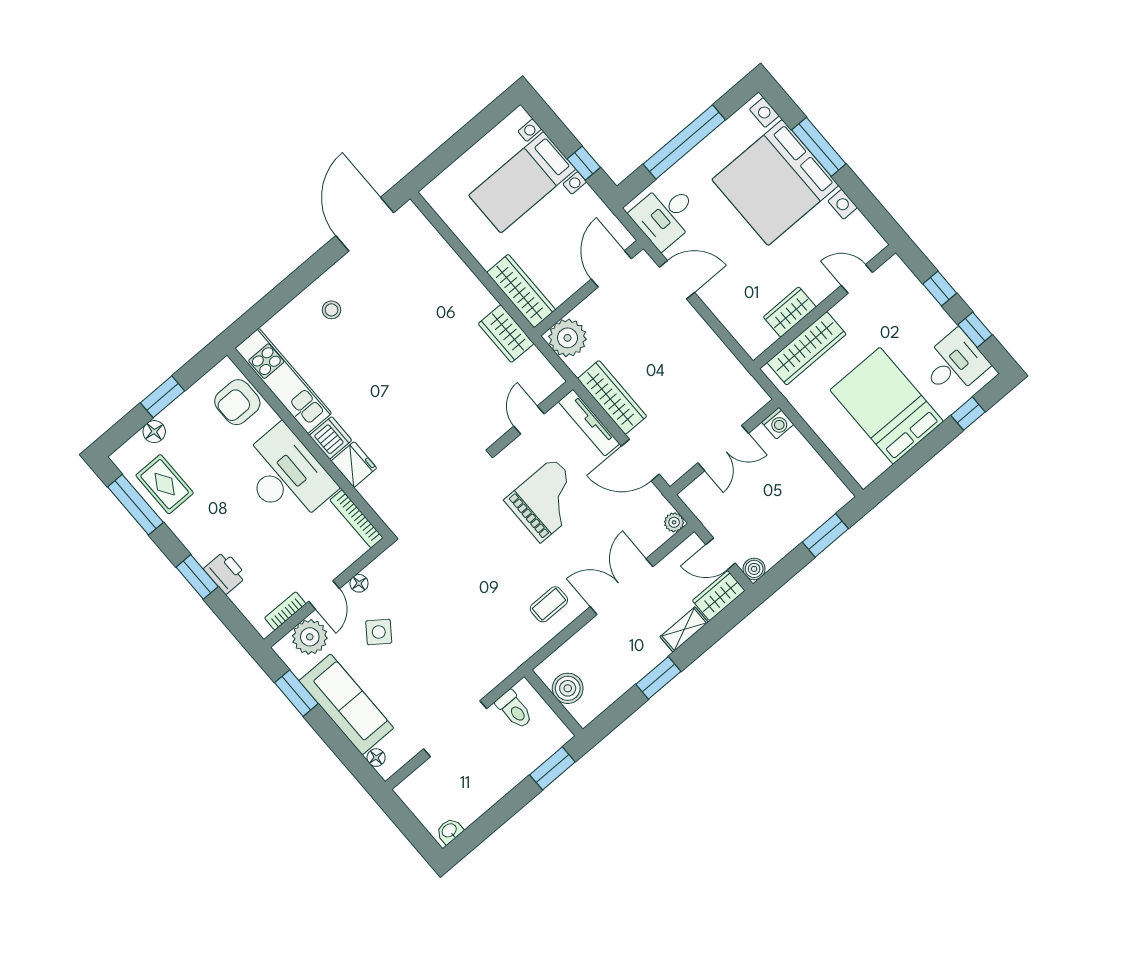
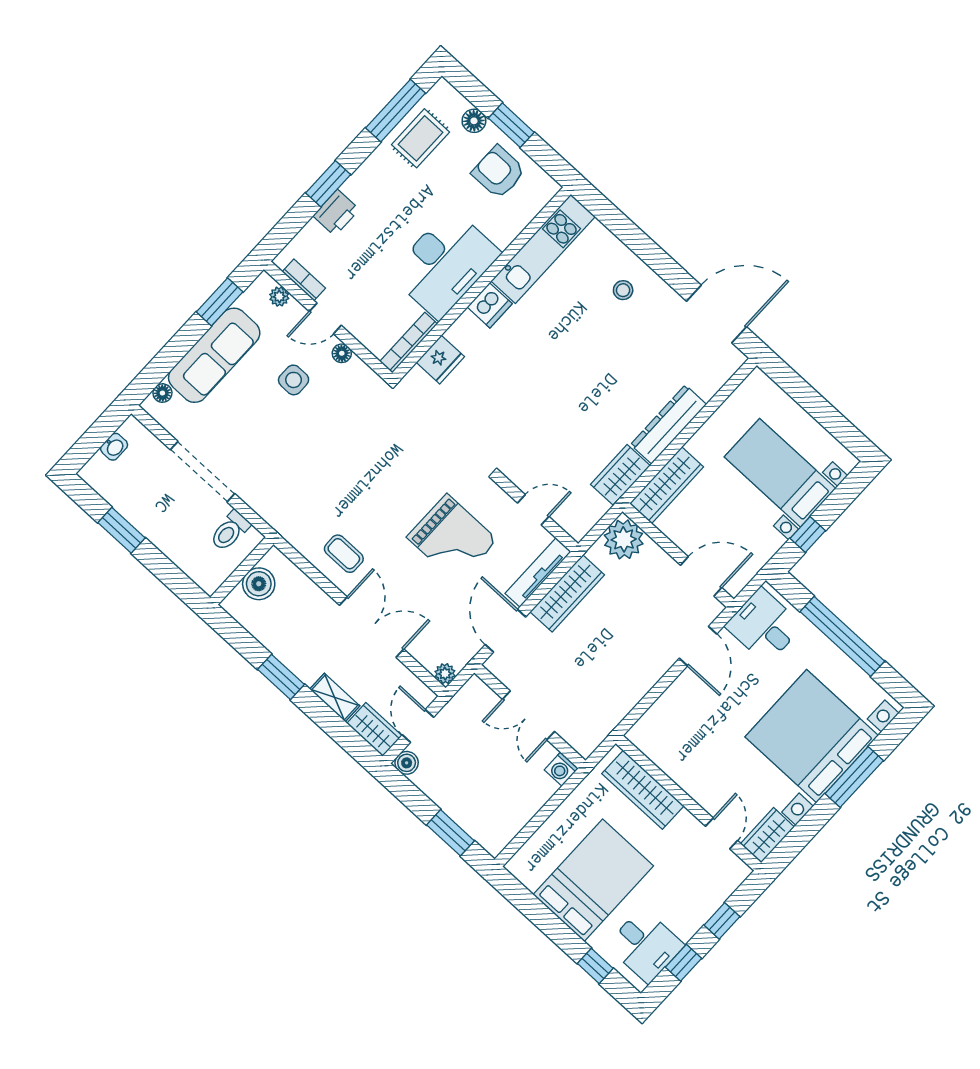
dresser: (464, 282) -> (669, 424), added
wardrobe: (790, 312) -> (767, 835), moved, turned -90
armchair: (237, 402) -> (499, 172), moved
fridge: (354, 465) -> (440, 360), moved
side table: (379, 632) -> (294, 380), turned -36
plant: (310, 637) -> (279, 297), width x0.53, depth x0.53
window: (552, 768) -> (121, 530), moved
washbasin: (450, 831) -> (114, 447), moved, turned 90

